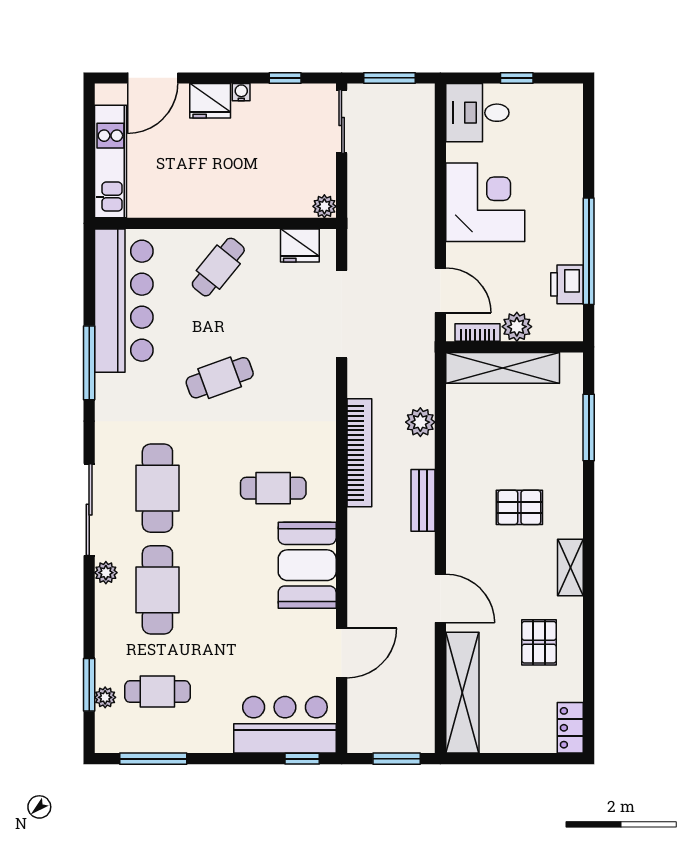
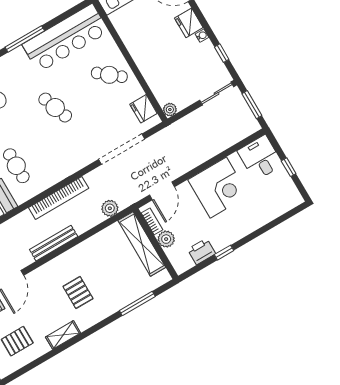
window: (589, 251) -> (224, 253), width x0.32
plant: (420, 422) -> (110, 208), moved
bench: (423, 500) -> (54, 243), width x1.36

